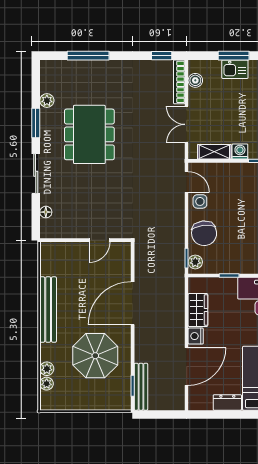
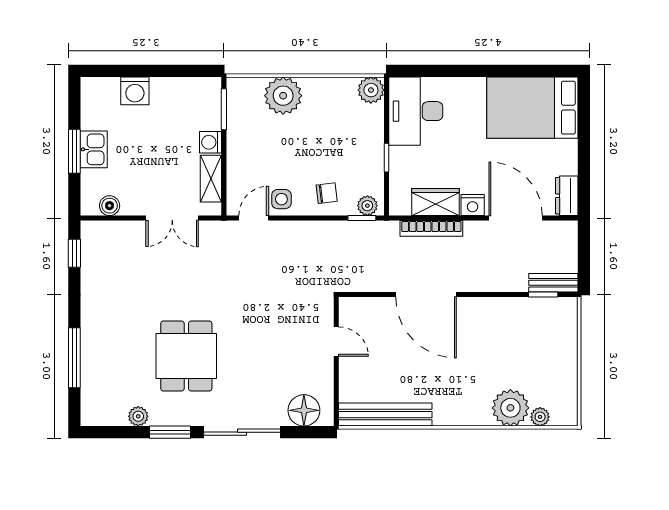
bookcase: (179, 82) -> (431, 228), moved
dining table: (89, 134) -> (186, 356), width x0.73
sliding door: (36, 174) -> (242, 432), width x1.37
floor lamp: (46, 212) -> (304, 410), width x1.89, depth x1.89
chair: (204, 233) -> (327, 193), width x0.54, depth x0.54
bench: (48, 310) -> (385, 415), moved
parasol: (95, 356) -> (500, 348), removed
plant: (47, 369) -> (510, 408), width x1.87, depth x1.87
bench: (141, 387) -> (553, 283), width x0.73
dresser: (227, 402) -> (567, 196), moved

